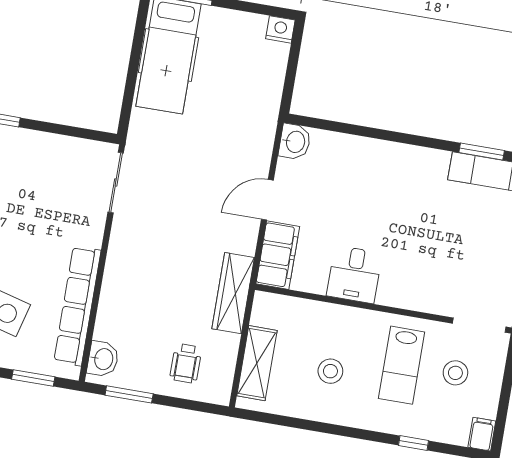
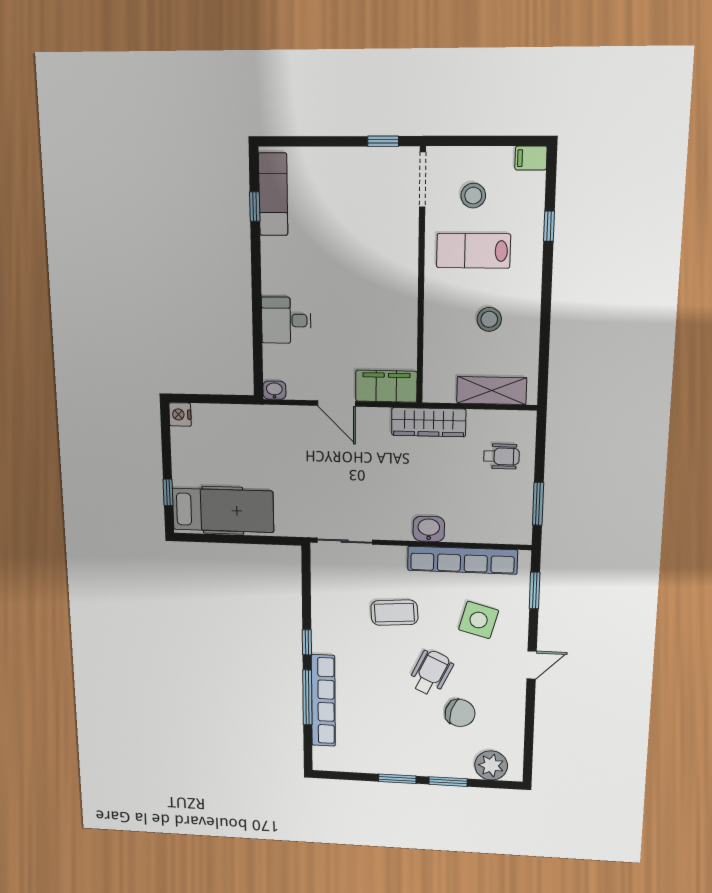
washbasin: (295, 142) -> (274, 390), width x0.72, depth x0.69
window: (482, 152) -> (255, 207), width x0.67
coffee table: (27, 223) -> (394, 613), added
desk: (354, 274) -> (286, 320), moved, turned 180
washbasin: (103, 359) -> (429, 529), moved
lab bench: (402, 365) -> (473, 251), turned 180

